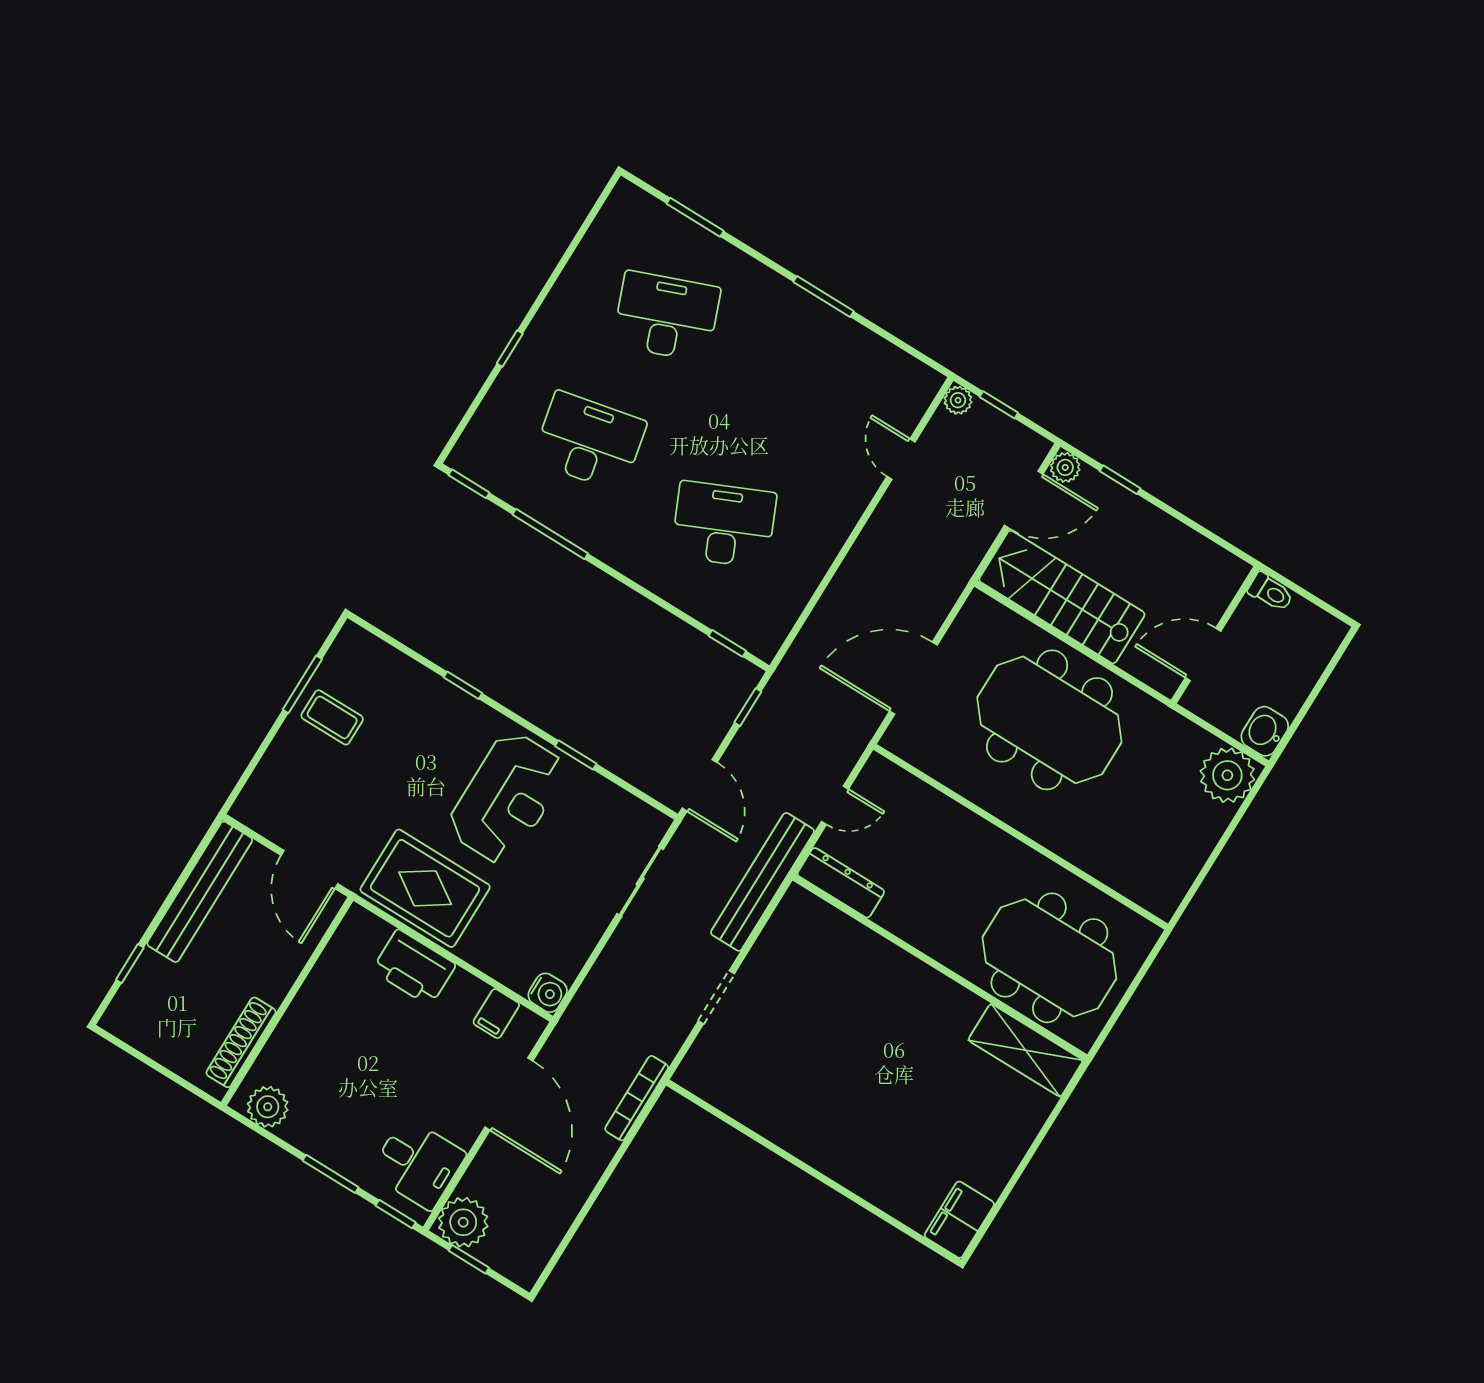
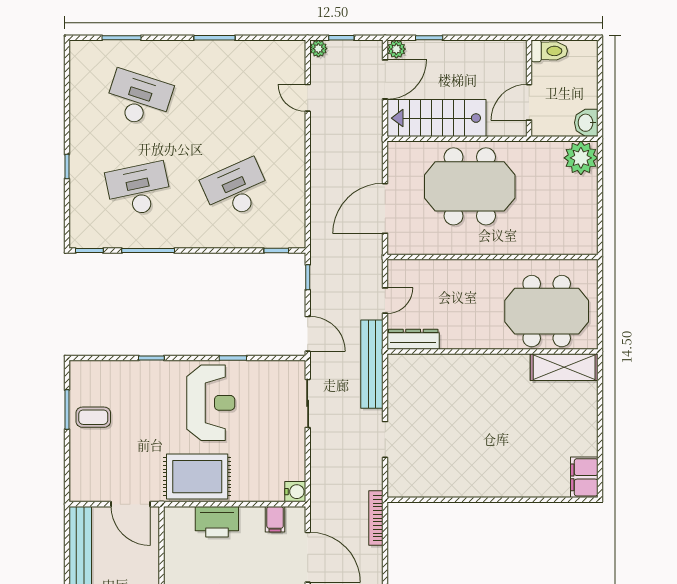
desk: (666, 316) -> (139, 99), turned 39
toilet: (1271, 592) -> (549, 51), width x1.37, depth x1.39

